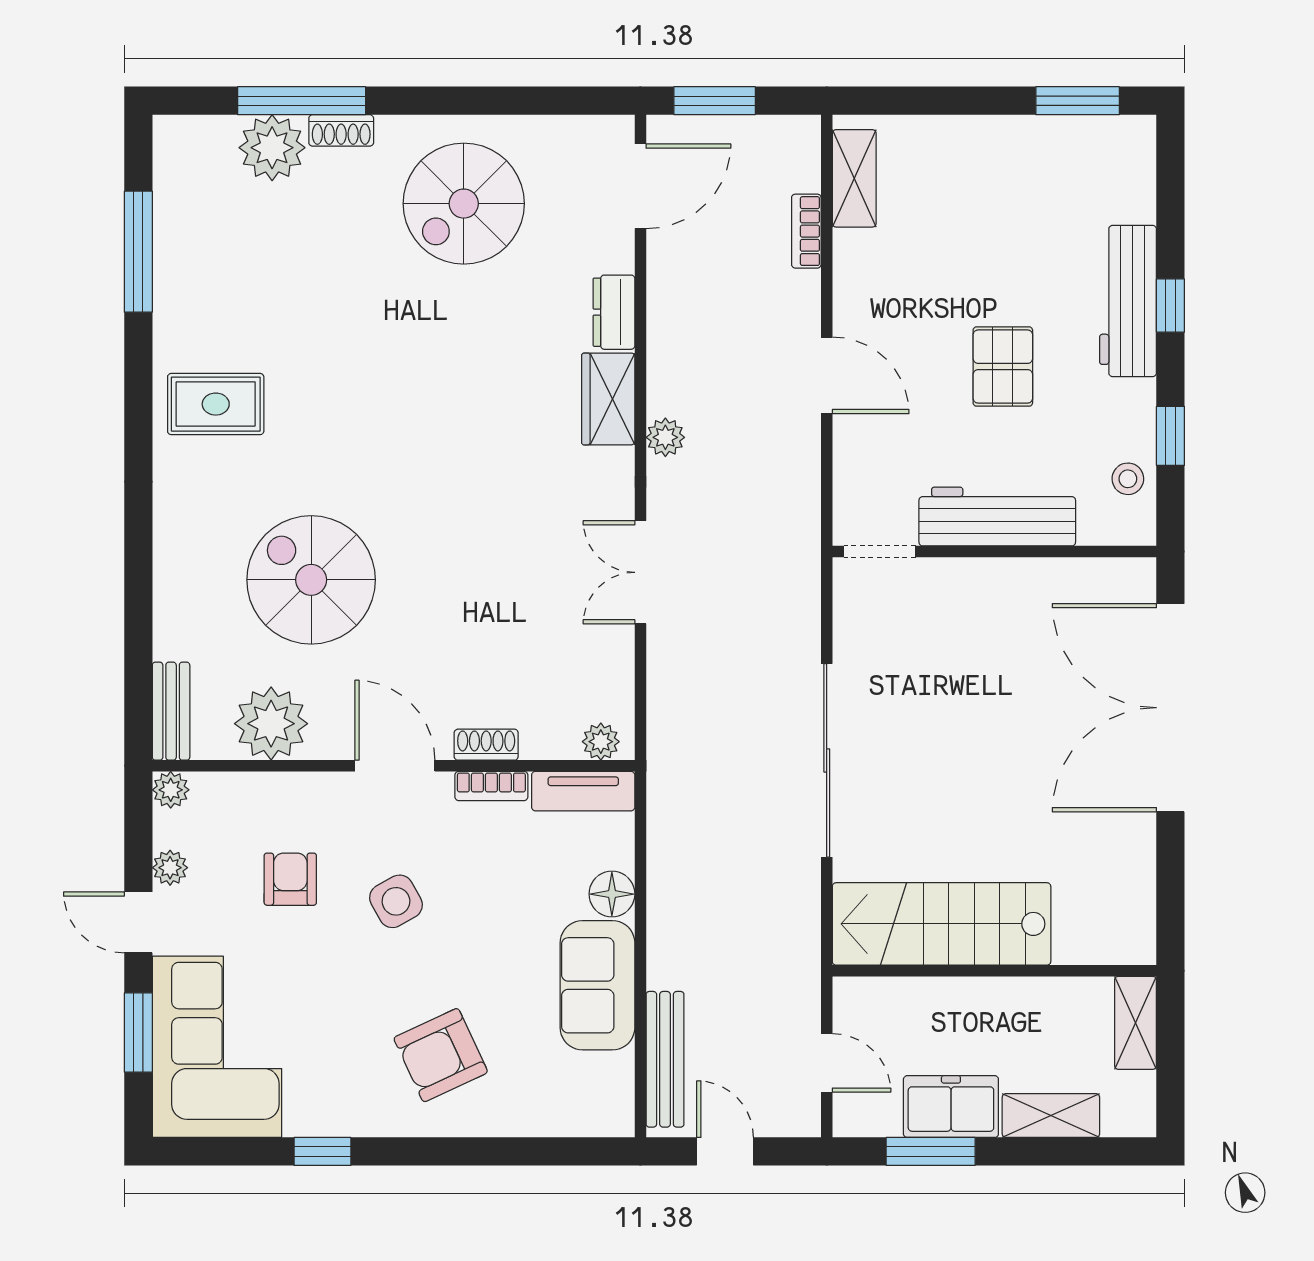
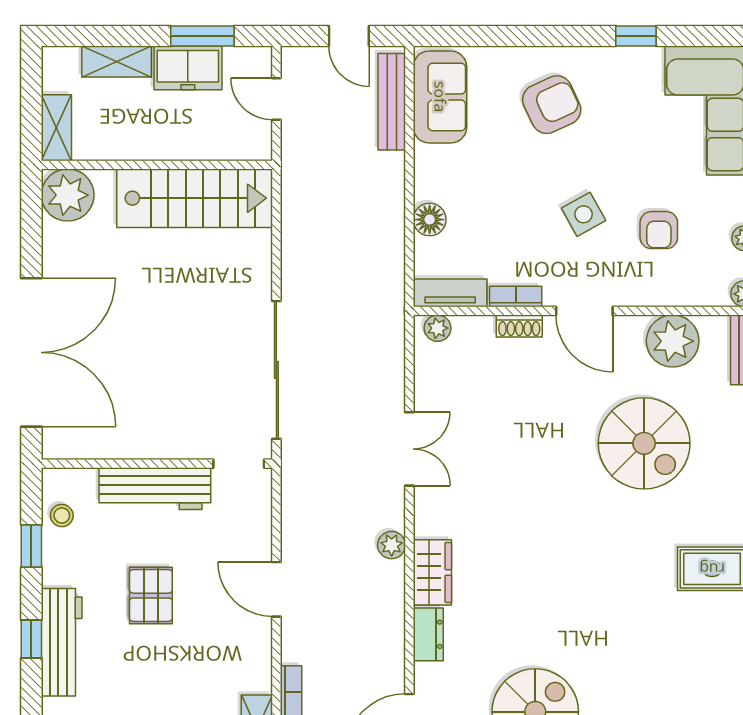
sliding door: (827, 760) -> (276, 370), moved
plant: (1120, 928) -> (68, 195), added
sofa: (597, 985) -> (440, 97), moved

